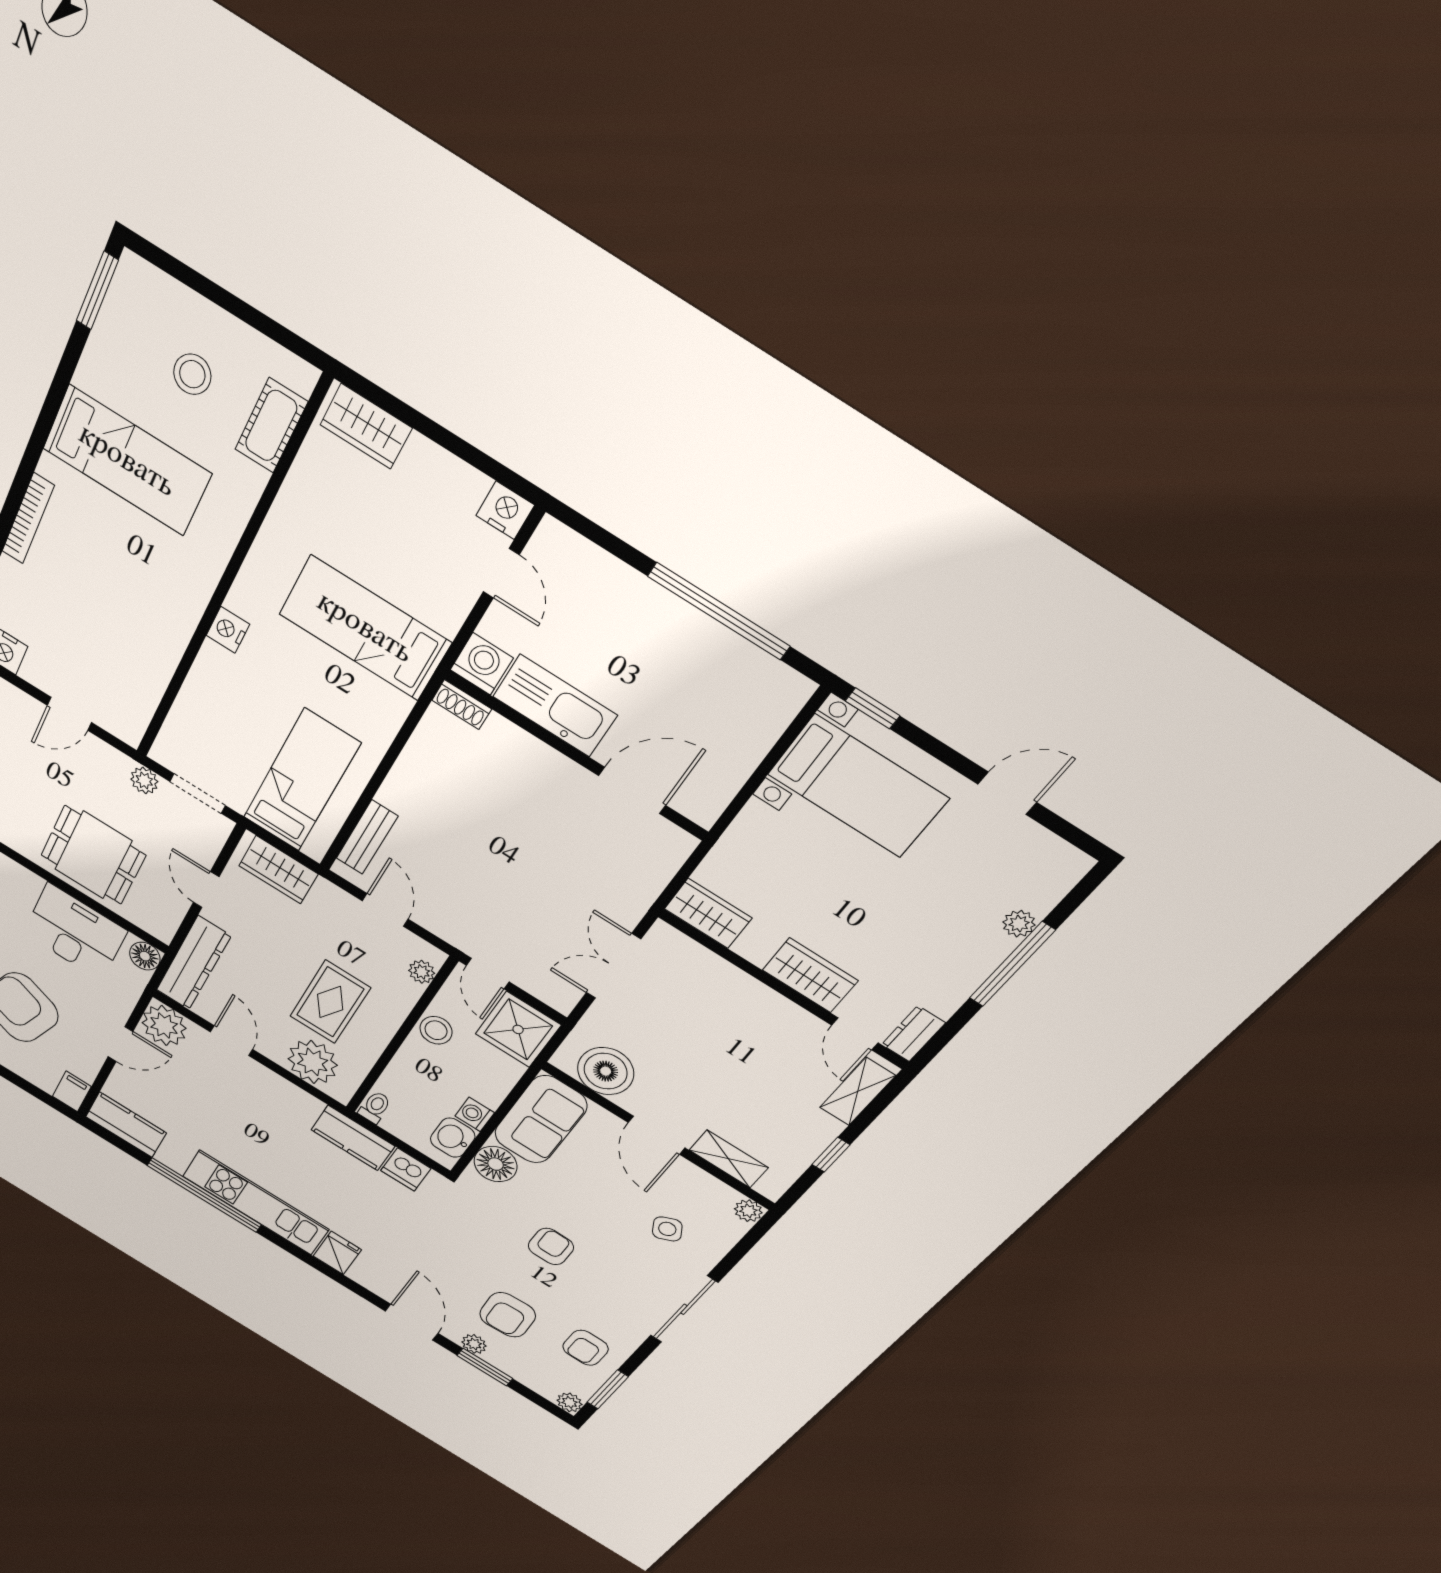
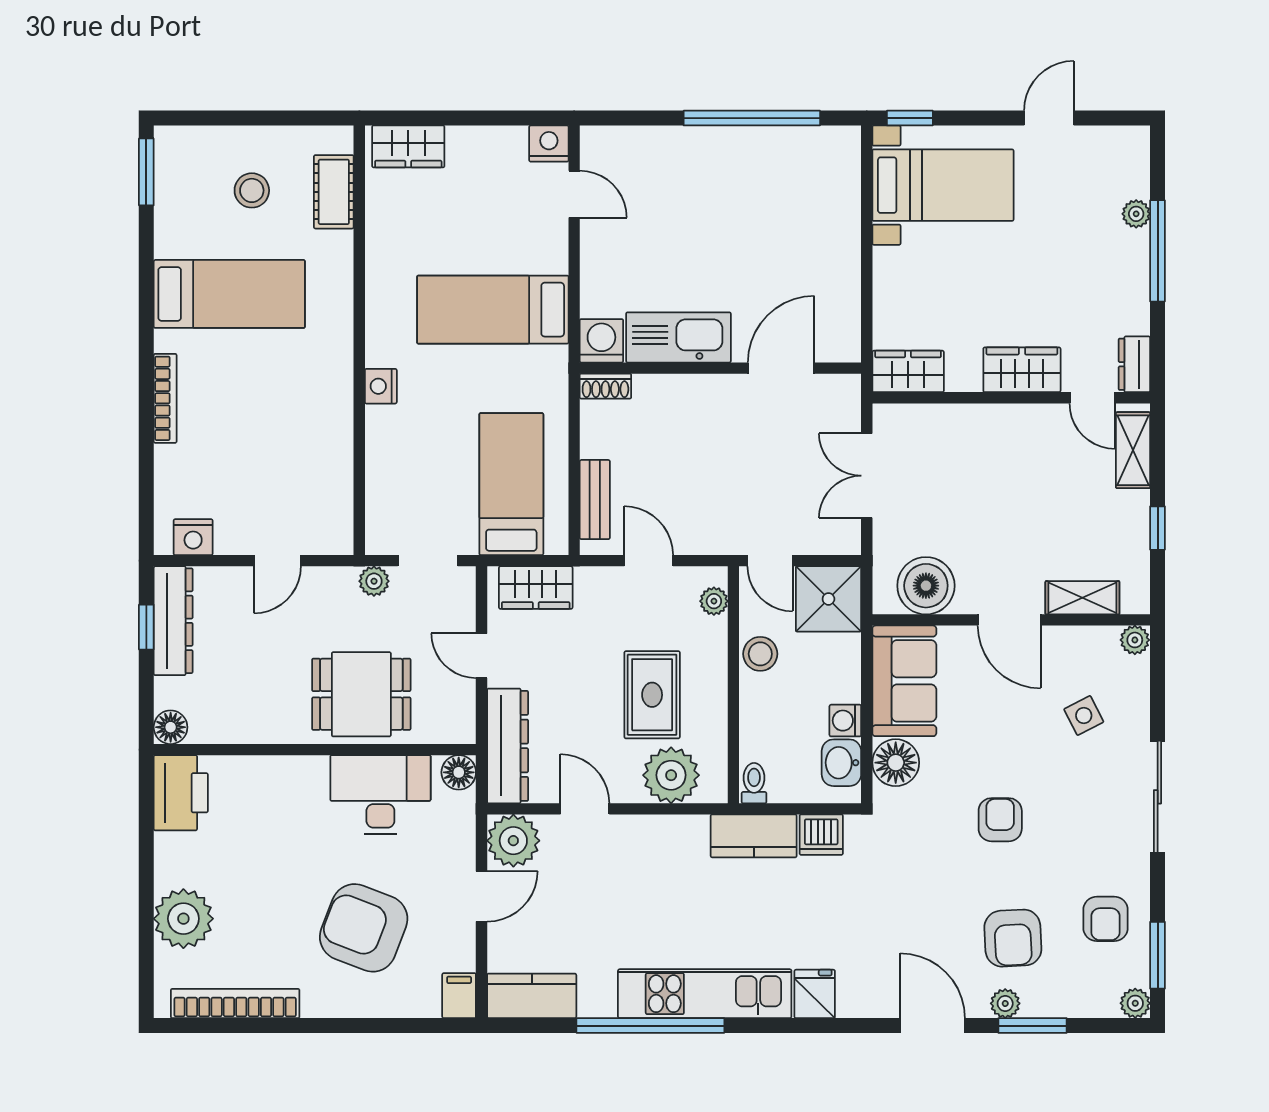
washing machine: (482, 664) -> (601, 341), moved
shoe rack: (462, 705) -> (605, 386), moved
kitchen sink: (555, 706) -> (678, 337), moved
wall: (577, 756) -> (720, 368), moved
door: (632, 790) -> (781, 368), moved

